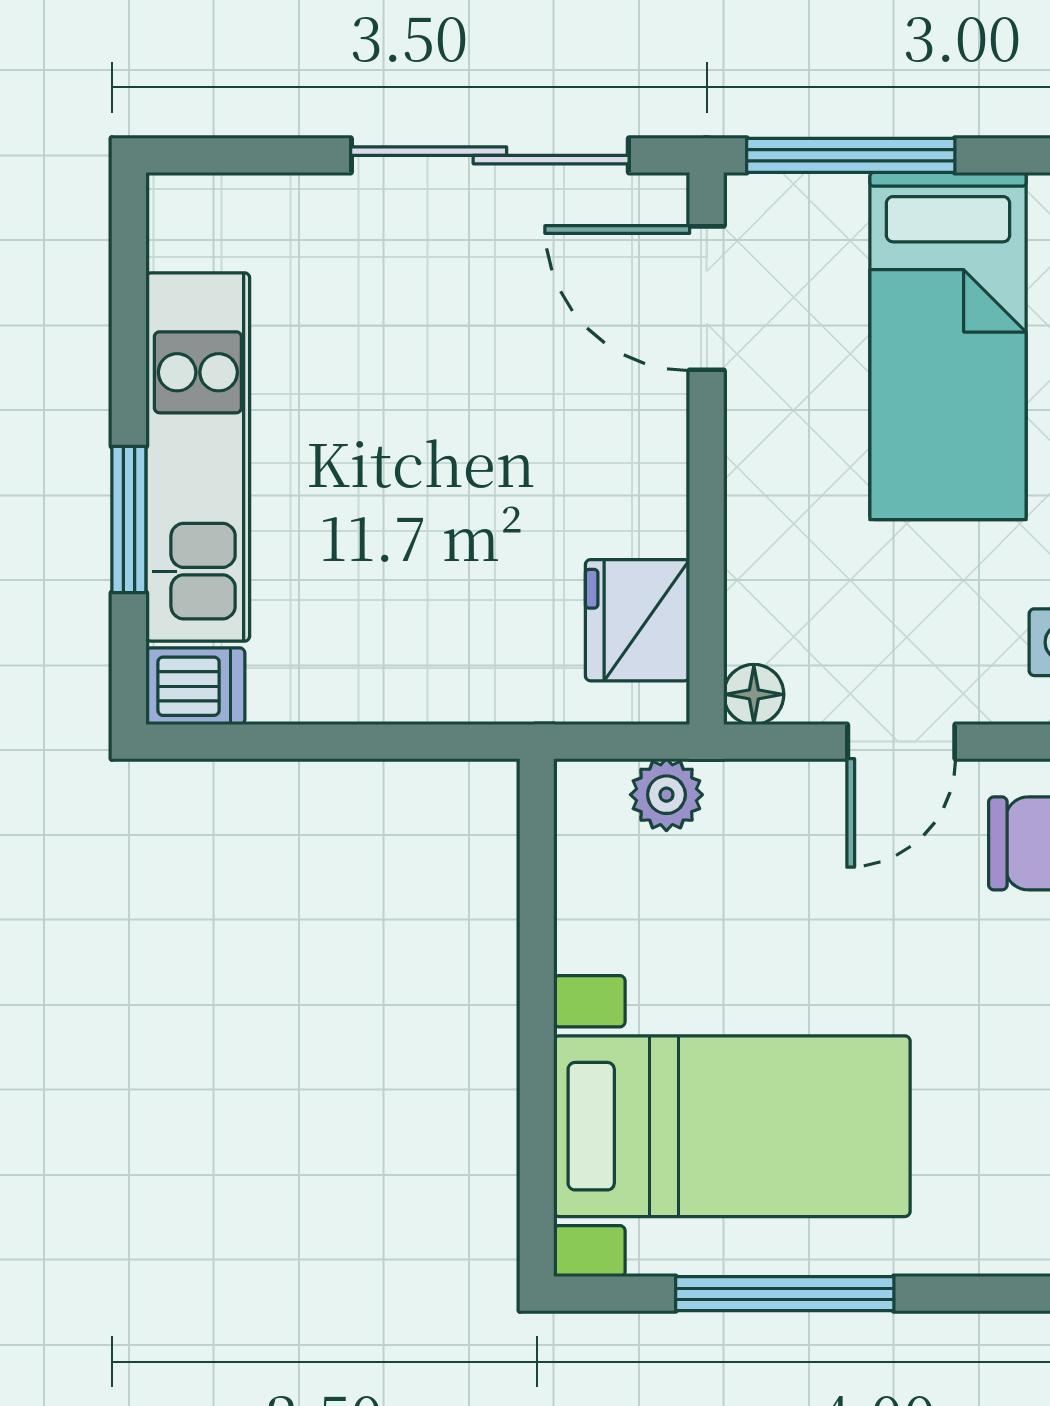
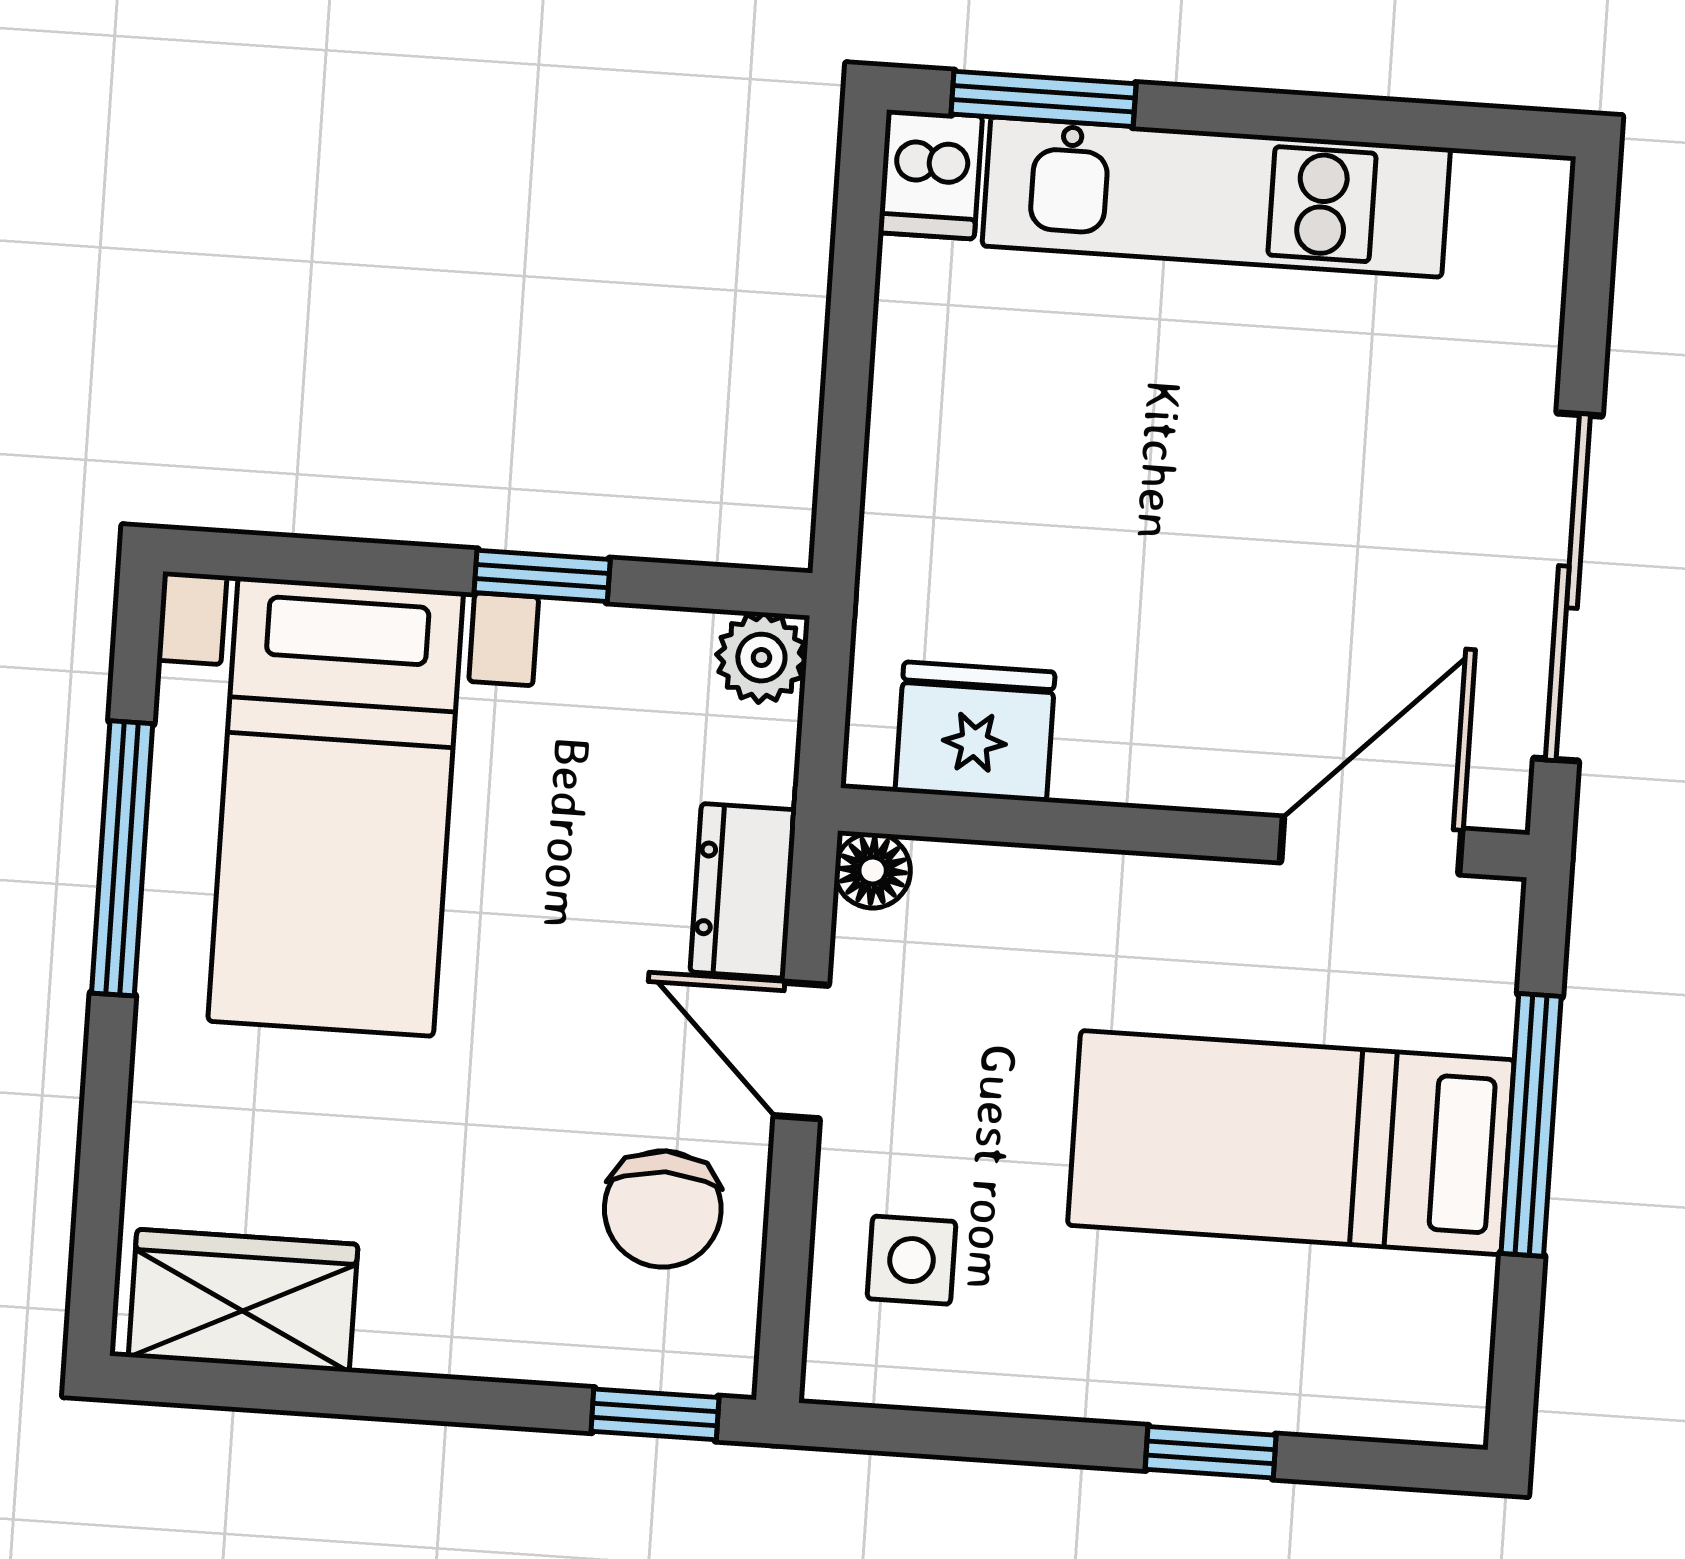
window: (851, 155) -> (1531, 1125), moved
window: (129, 519) -> (1044, 99), moved
plant: (666, 795) -> (761, 658), moved
dresser: (777, 797) -> (743, 891), added
window: (537, 974) -> (542, 576), added

